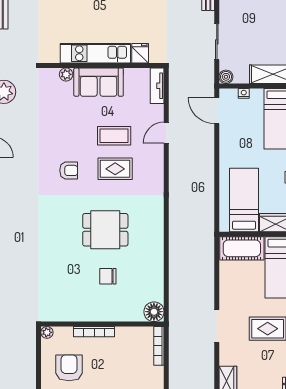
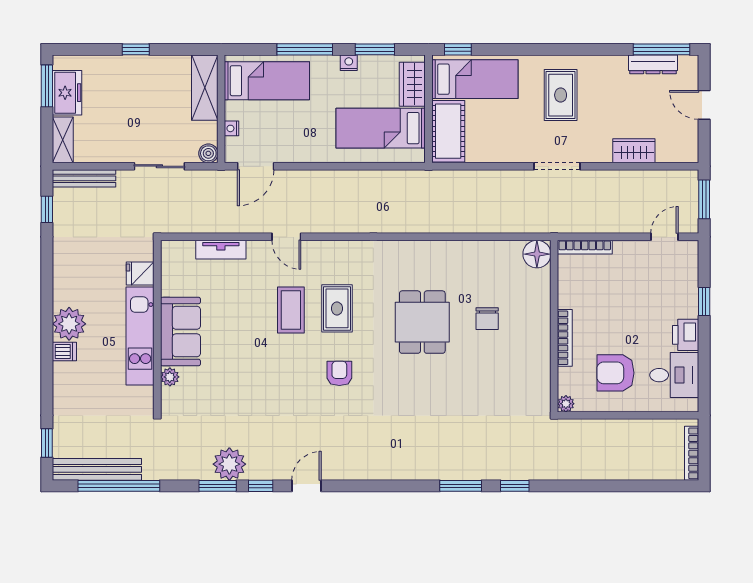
kitchen unit: (95, 53) -> (140, 336), moved
fridge: (140, 53) -> (140, 274), moved
wall: (102, 65) -> (157, 326), moved
plant: (66, 74) -> (170, 377), moved
sofa: (99, 82) -> (180, 332), moved

